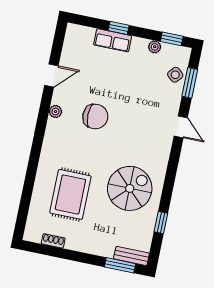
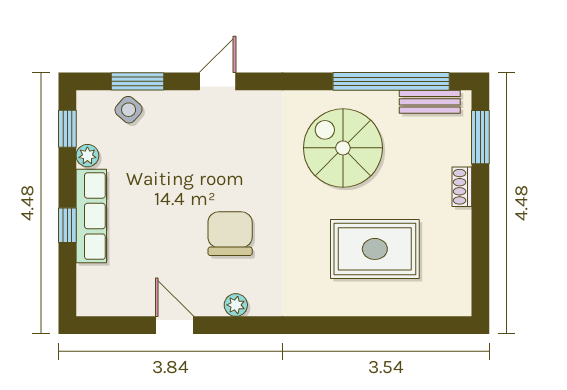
row of seats: (113, 40) -> (91, 216), width x1.48
window: (161, 223) -> (391, 81), width x3.17
shoe rack: (53, 241) -> (462, 187), moved
bench: (131, 256) -> (430, 102), moved, turned 90

